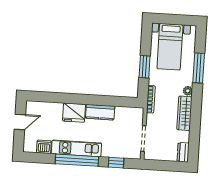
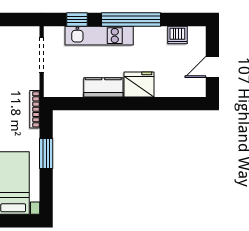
kitchen unit: (76, 148) -> (99, 36), moved

